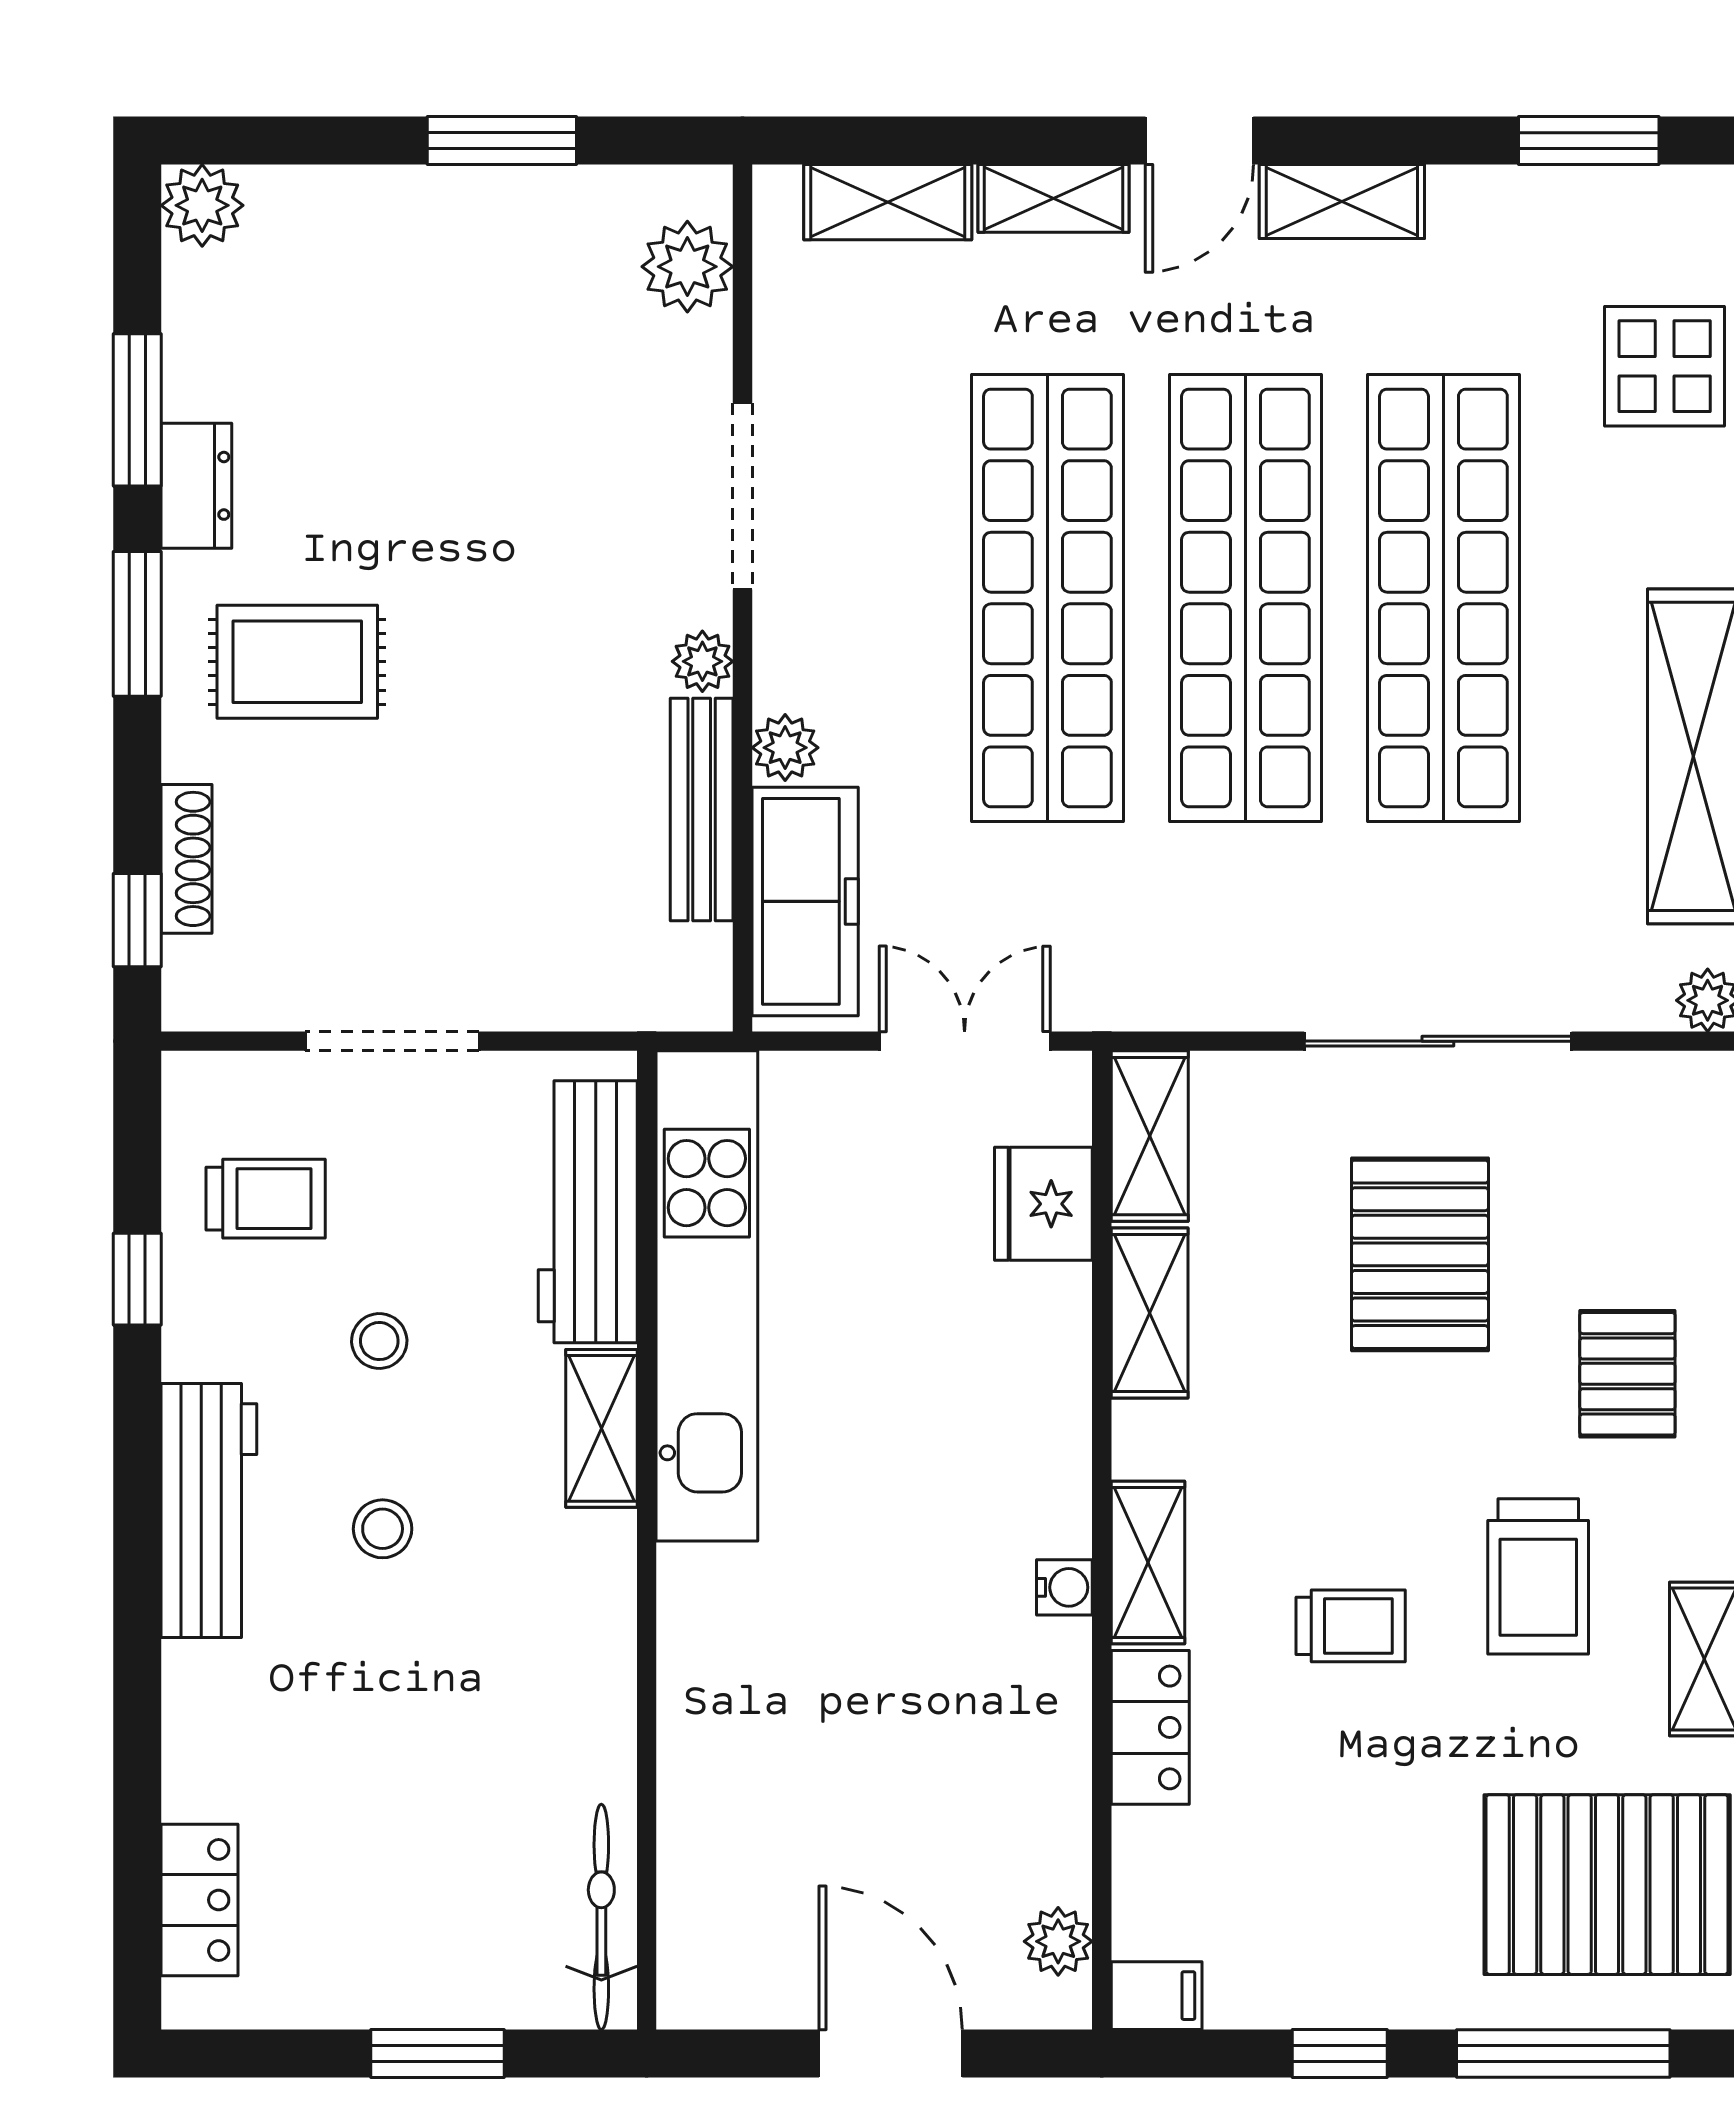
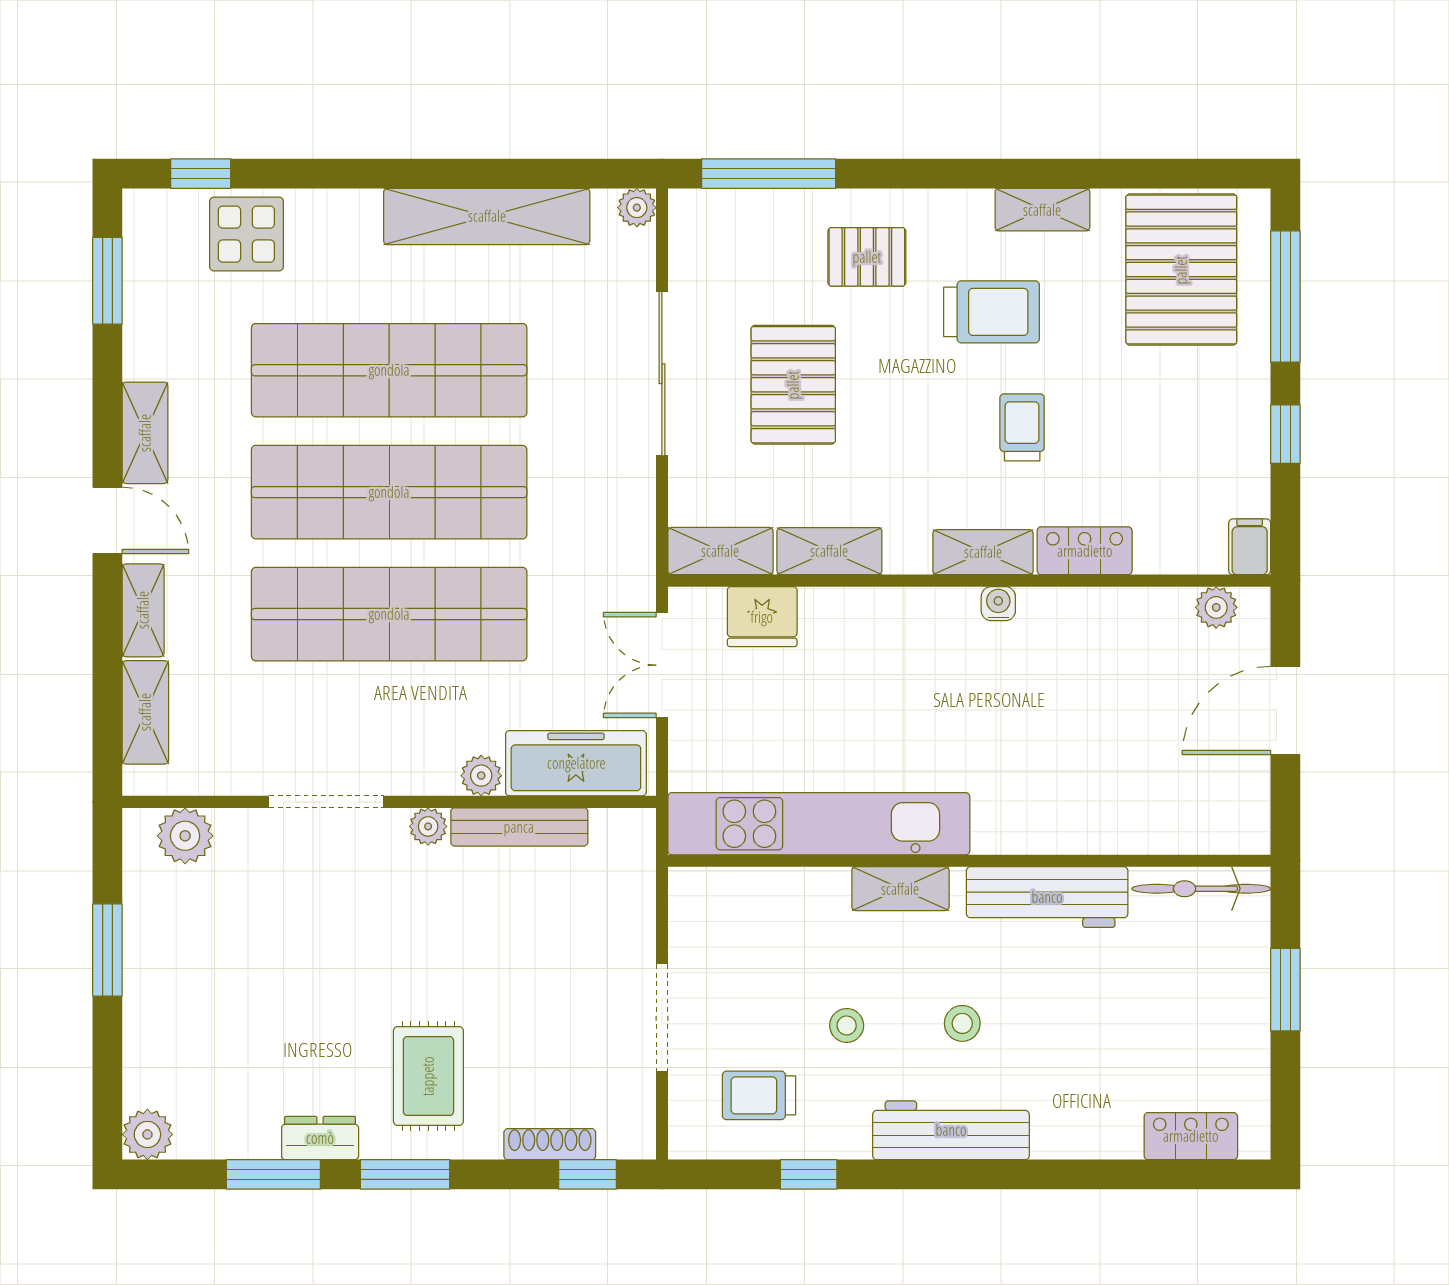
trolley: (266, 1199) -> (759, 1095), turned -90
workbench: (588, 1212) -> (1047, 897), moved
pallet: (1420, 1254) -> (793, 385), turned 90

